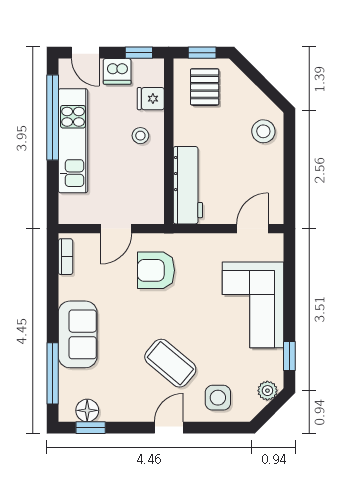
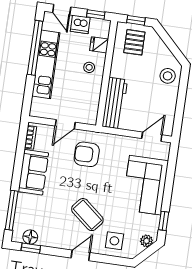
sofa: (78, 334) -> (33, 172), moved

